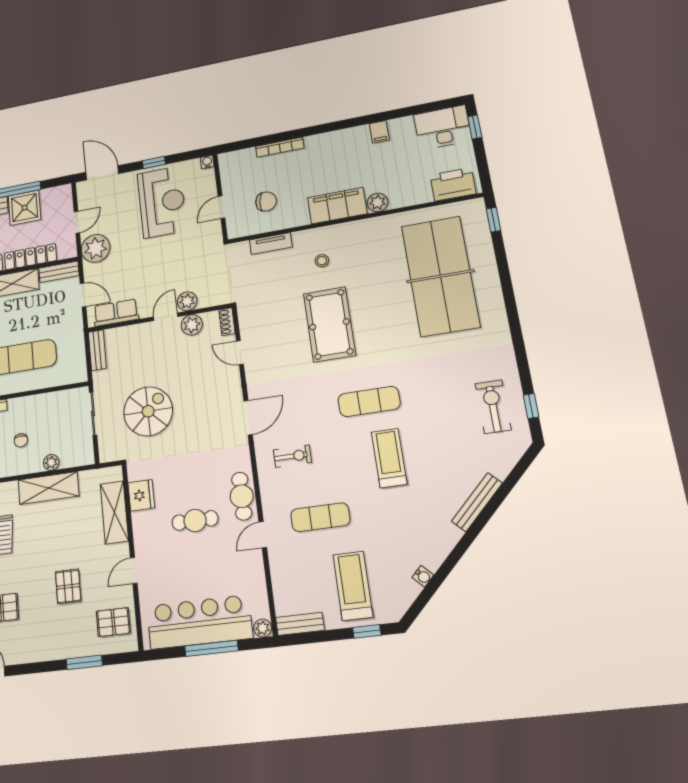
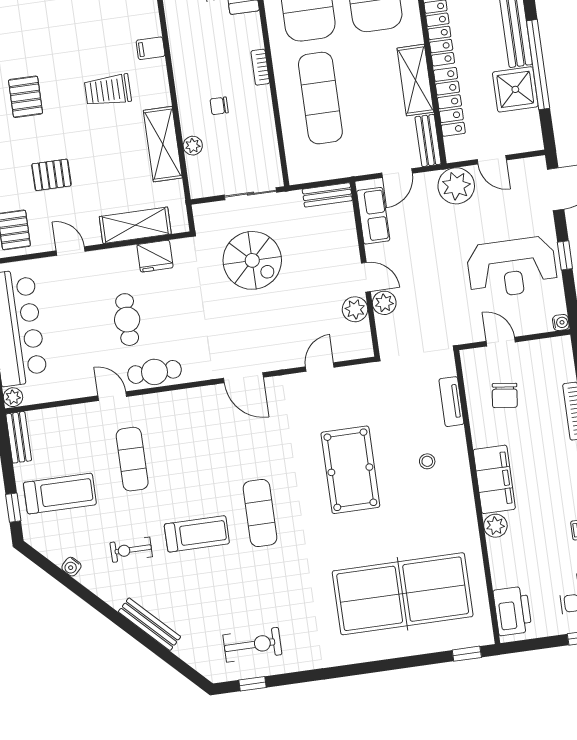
shoe rack: (227, 322) -> (357, 351), removed
pool table: (329, 324) -> (350, 470), turned 90
exercise bike: (292, 456) -> (131, 550), moved, turned 90

